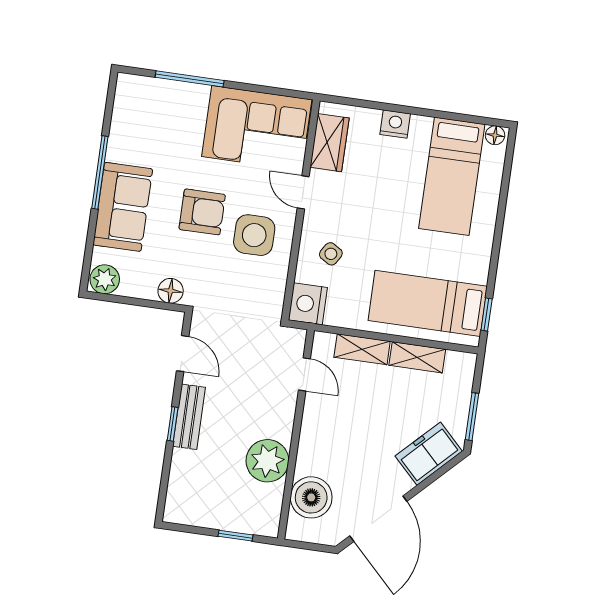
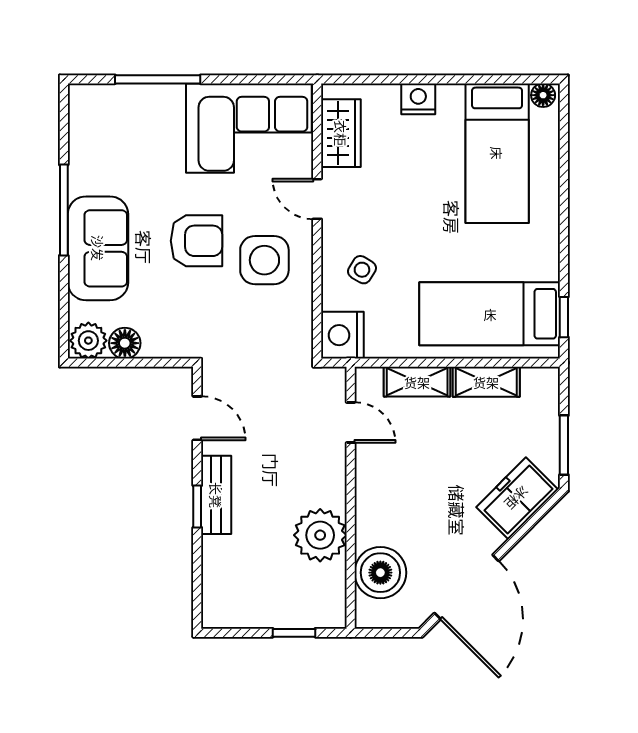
floor lamp: (171, 291) -> (125, 343), moved

